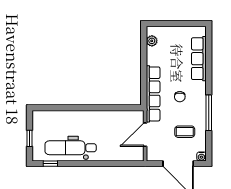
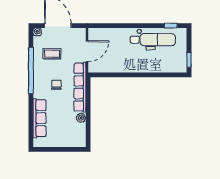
plant: (152, 41) -> (81, 118), moved
window: (209, 113) -> (31, 71), width x1.46
window: (30, 138) -> (189, 60), moved

